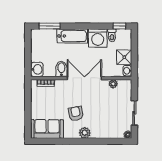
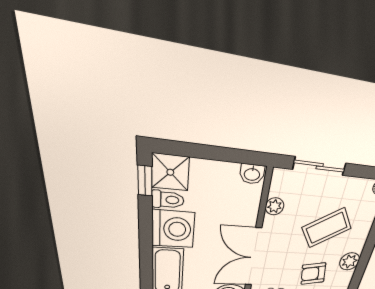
shower: (124, 57) -> (170, 172), moved
coffee table: (104, 113) -> (327, 228), added
sliding door: (134, 113) -> (320, 166), moved

